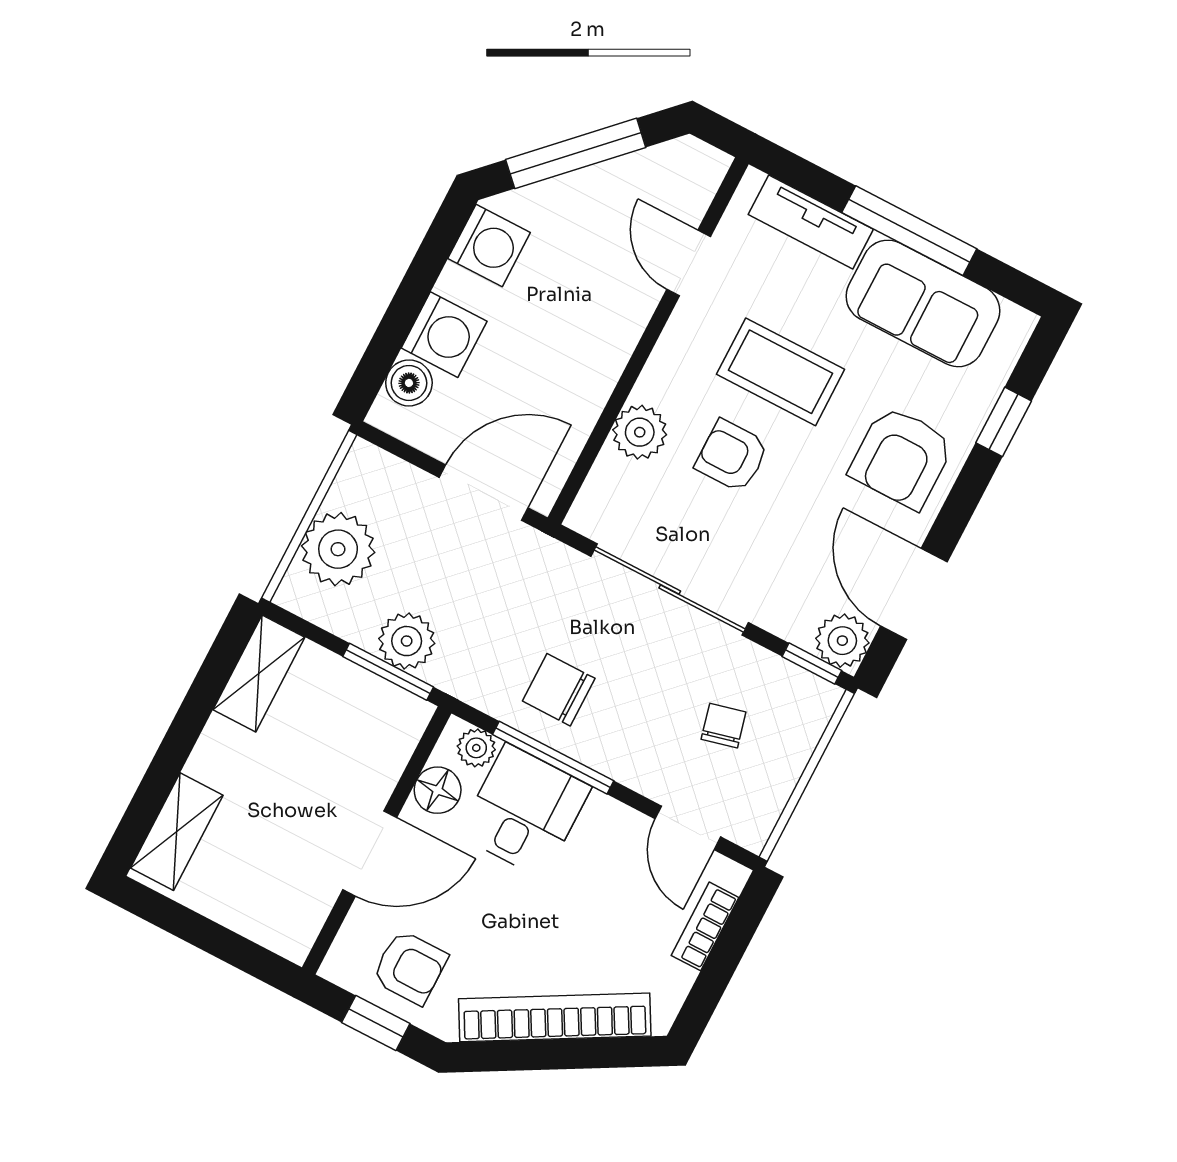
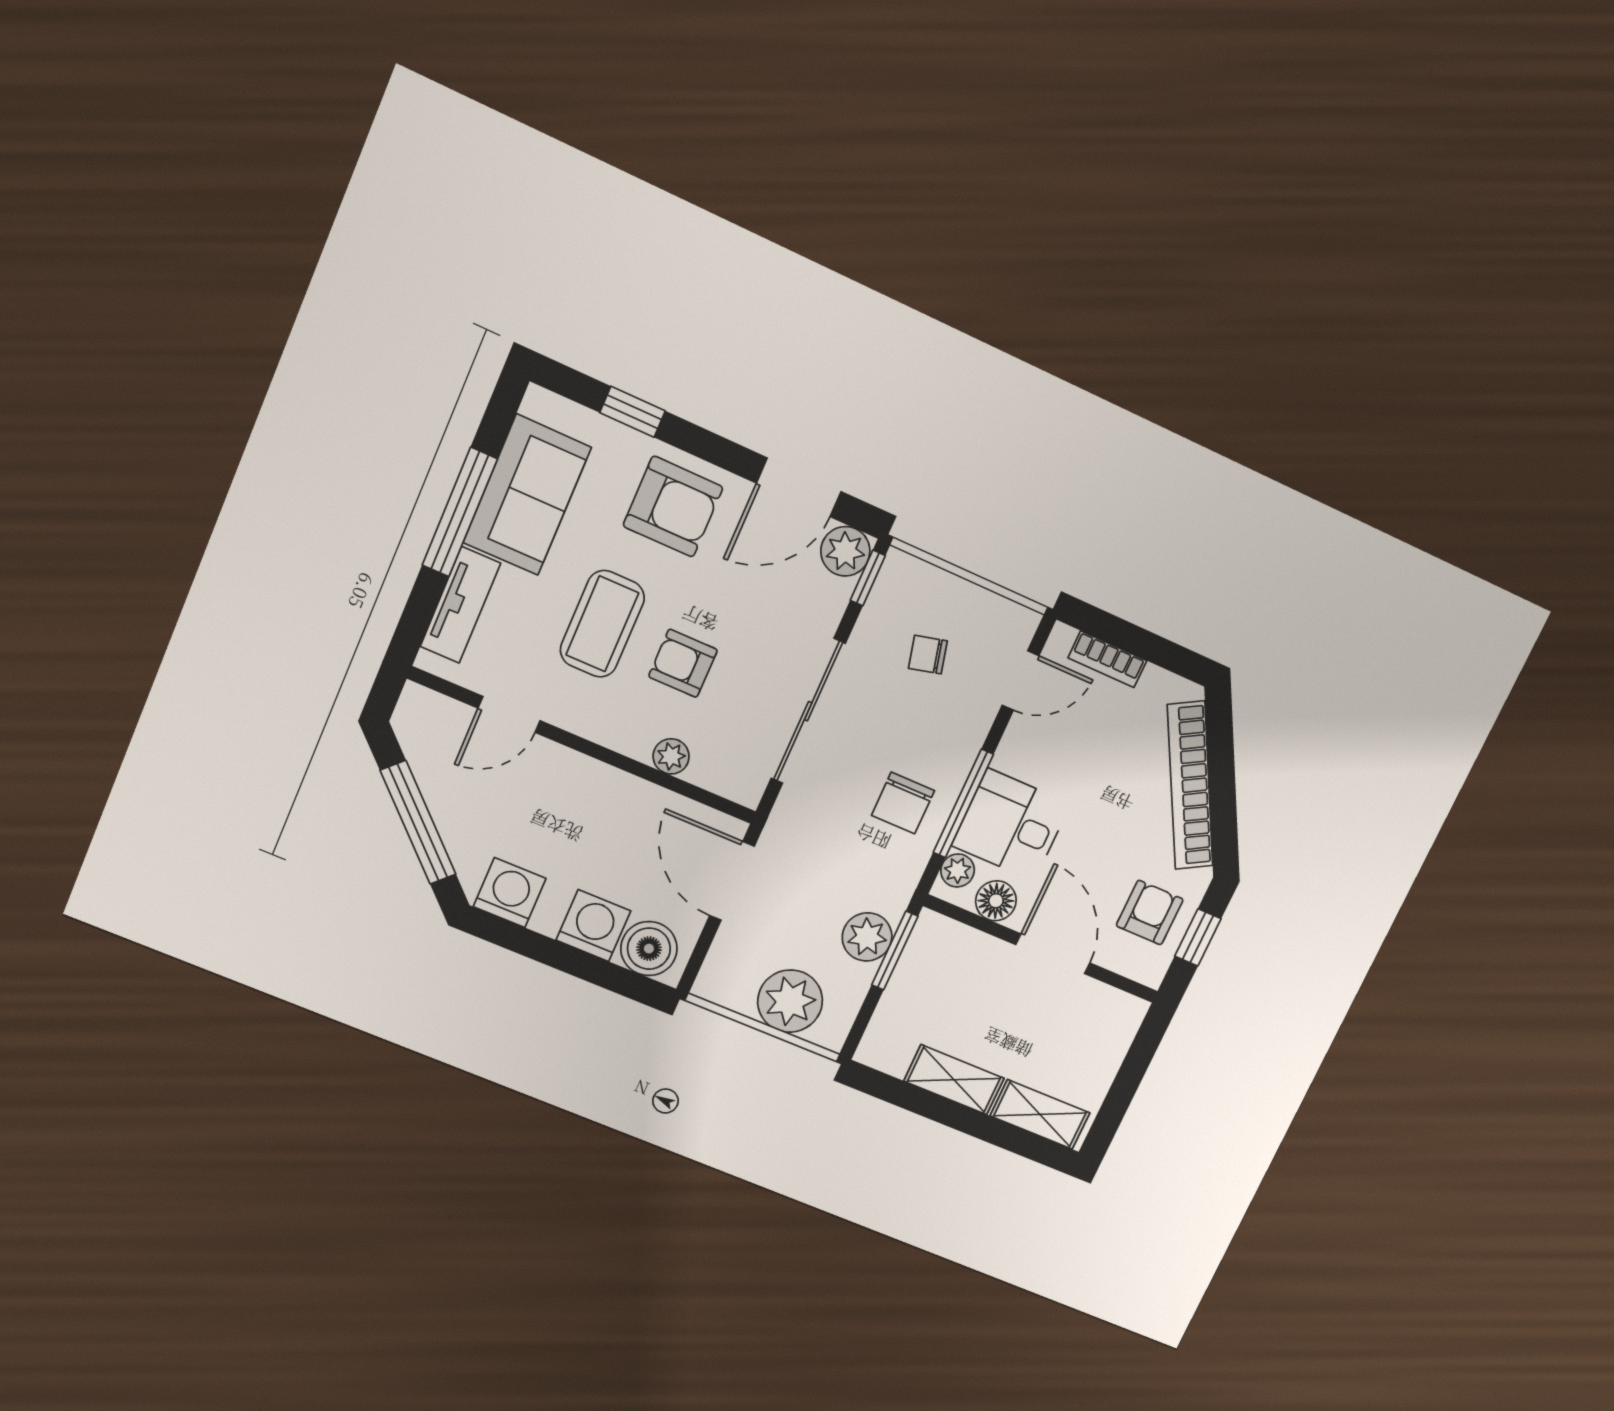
boiler: (409, 383) -> (649, 949), width x1.36, depth x1.36
plant: (640, 432) -> (671, 756), width x0.73, depth x0.73
armchair: (732, 456) -> (683, 663), turned 90
shelving: (259, 673) -> (954, 1080), moved

